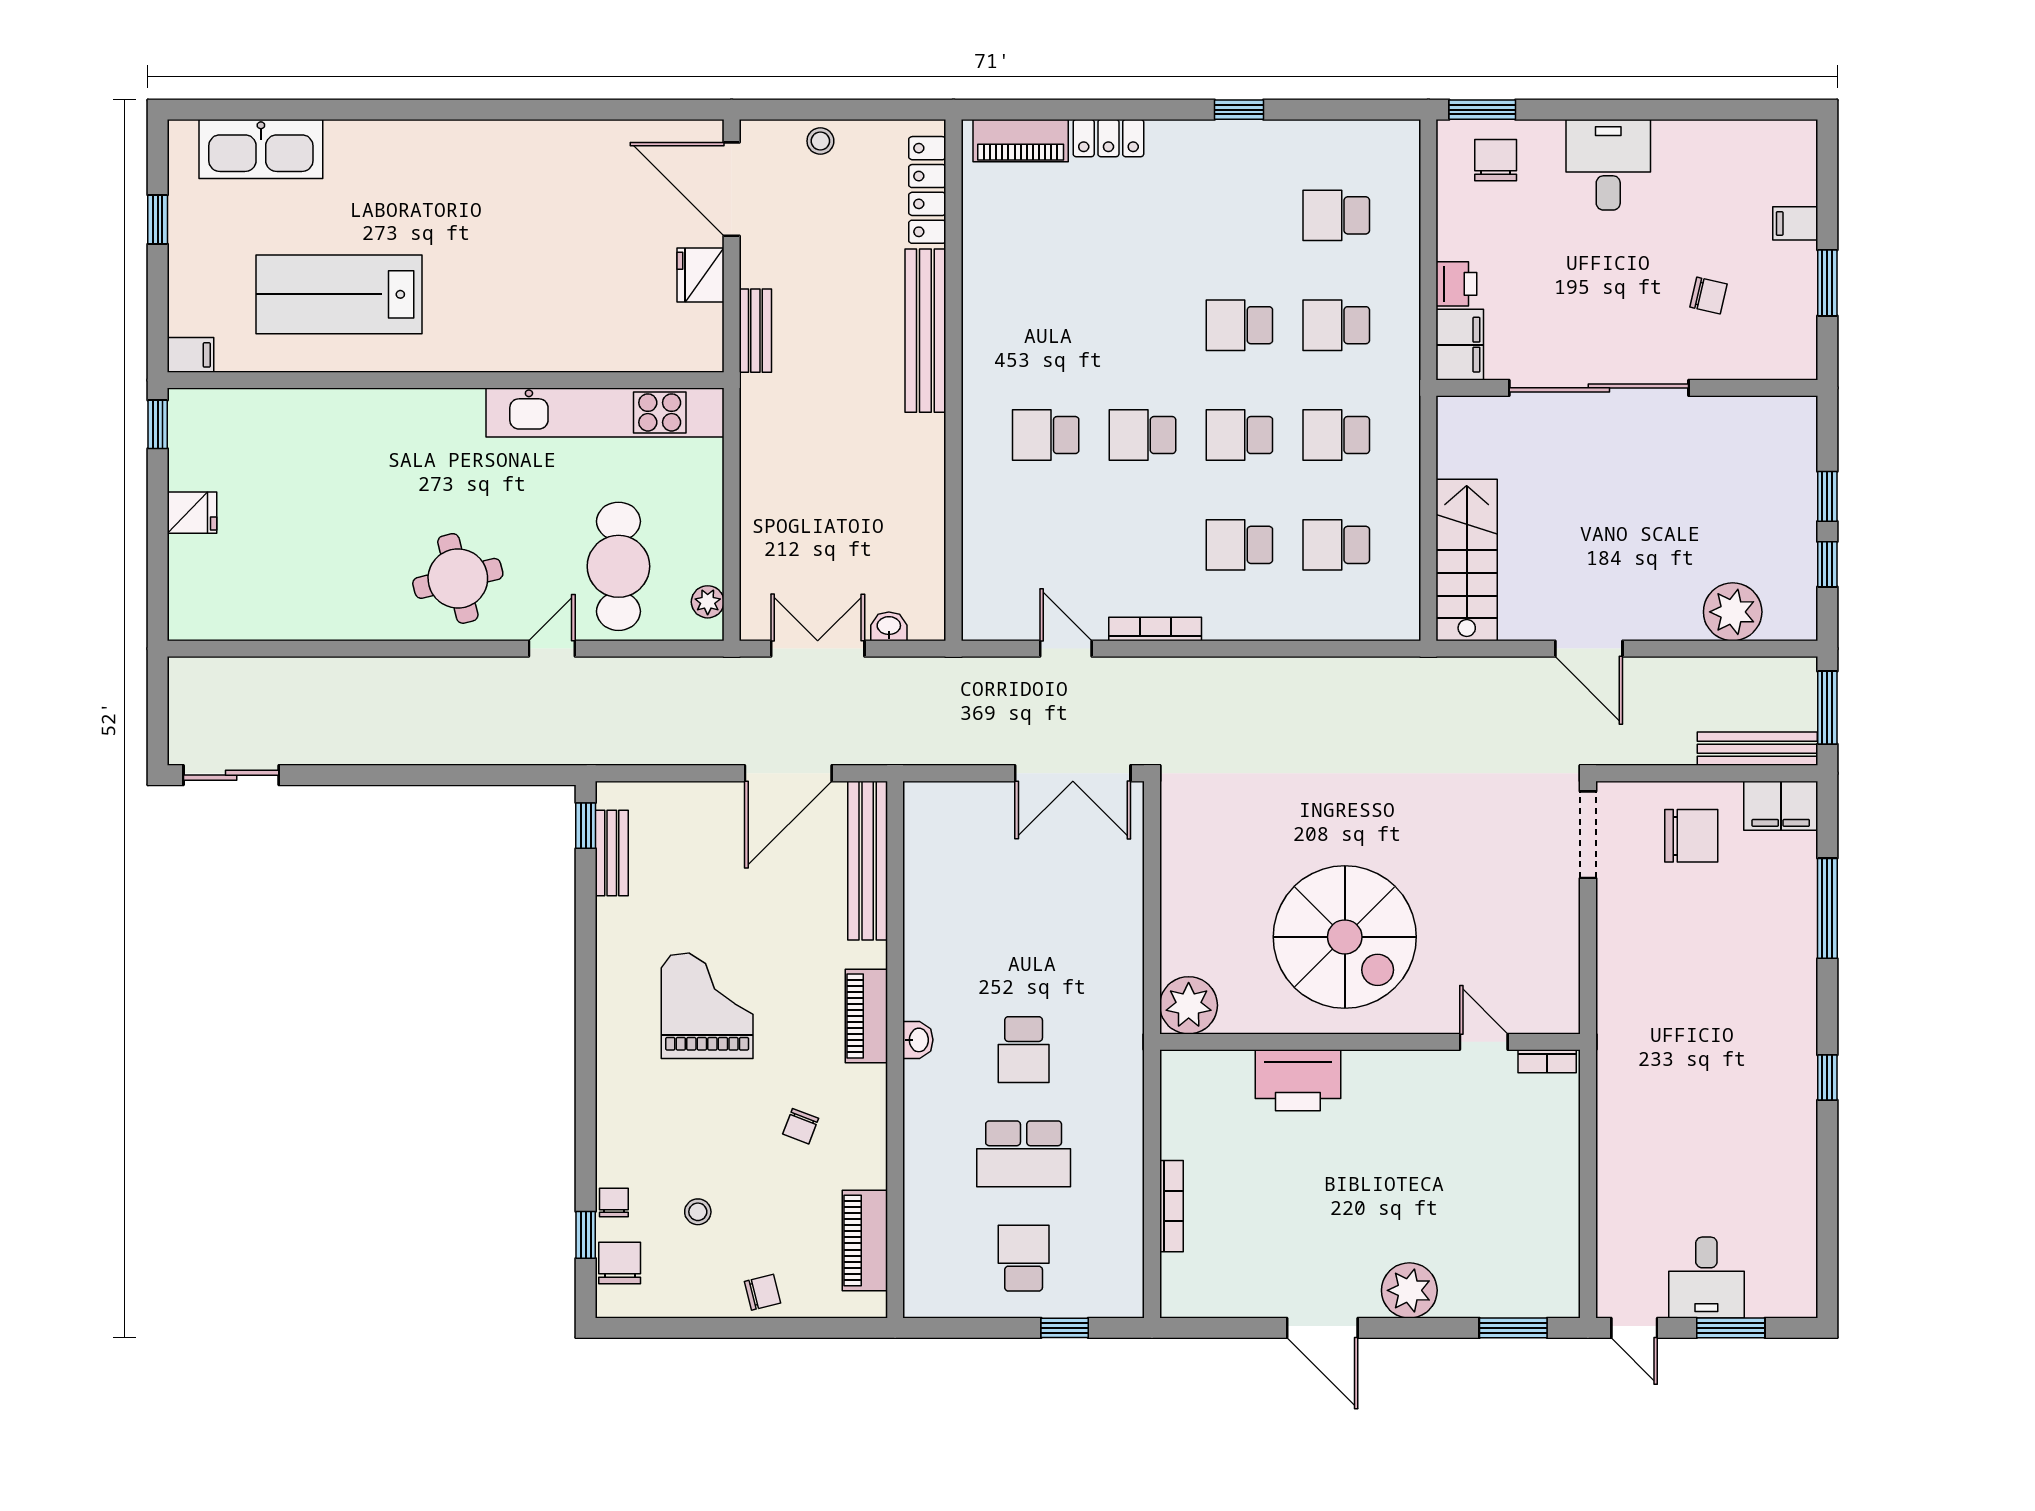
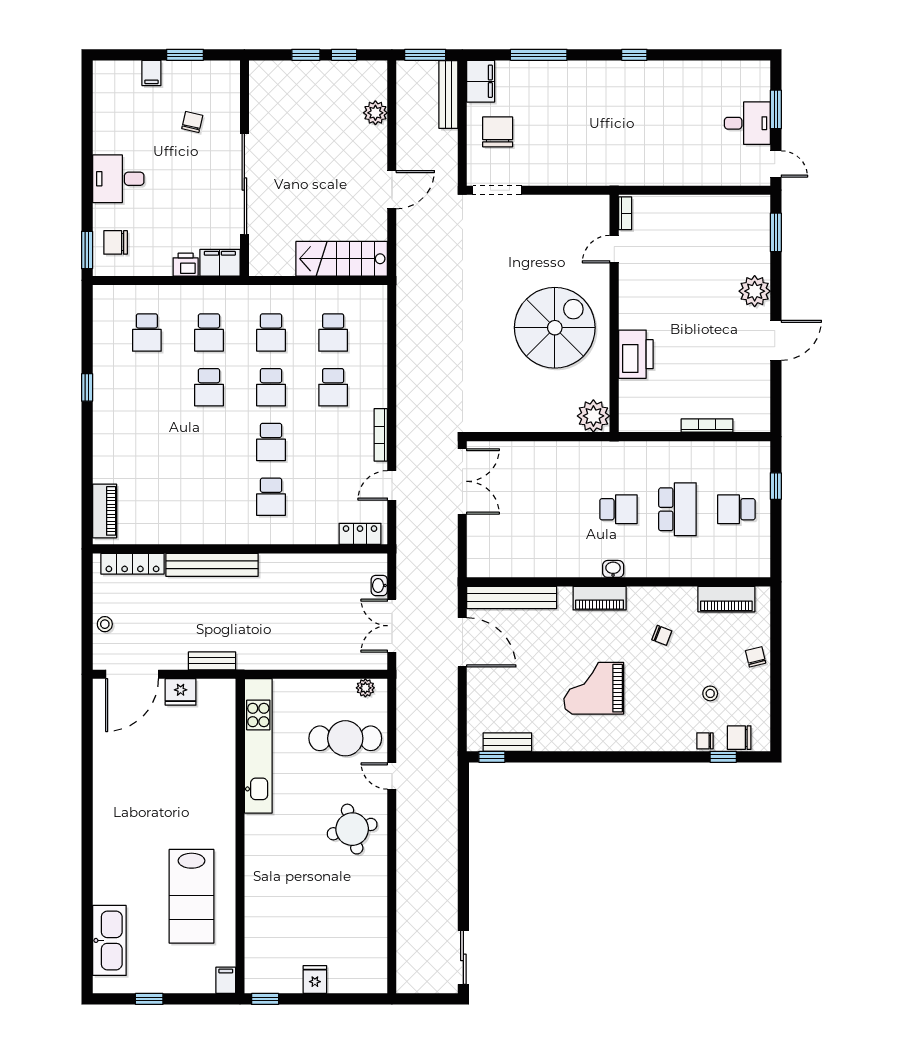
locker: (1108, 138) -> (360, 534), moved, turned -90
plant: (1733, 612) -> (375, 113), width x0.73, depth x0.73
door: (1634, 1328) -> (776, 164), hinge flipped

